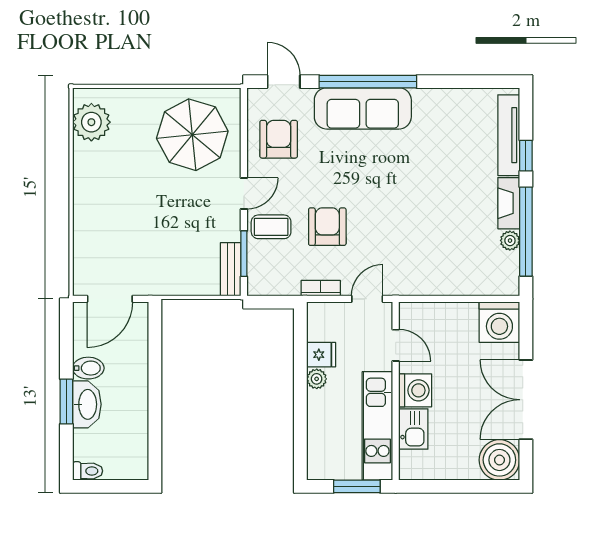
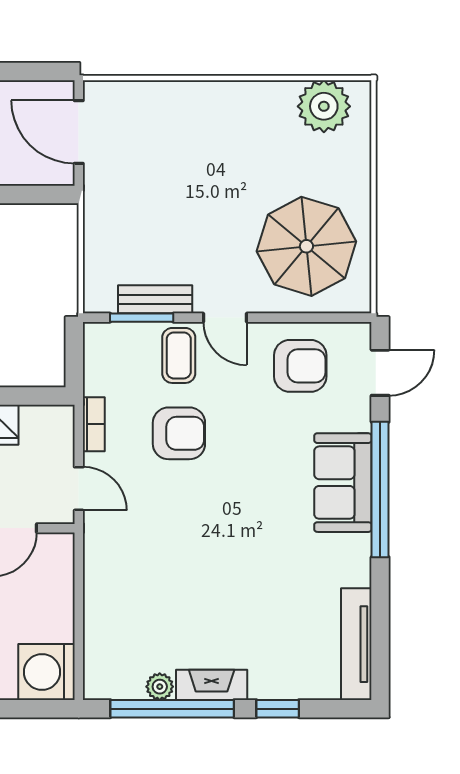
sofa: (363, 108) -> (343, 483), width x0.73
tv unit: (509, 135) -> (356, 644), moved, turned -90
bench: (231, 269) -> (155, 299), moved

